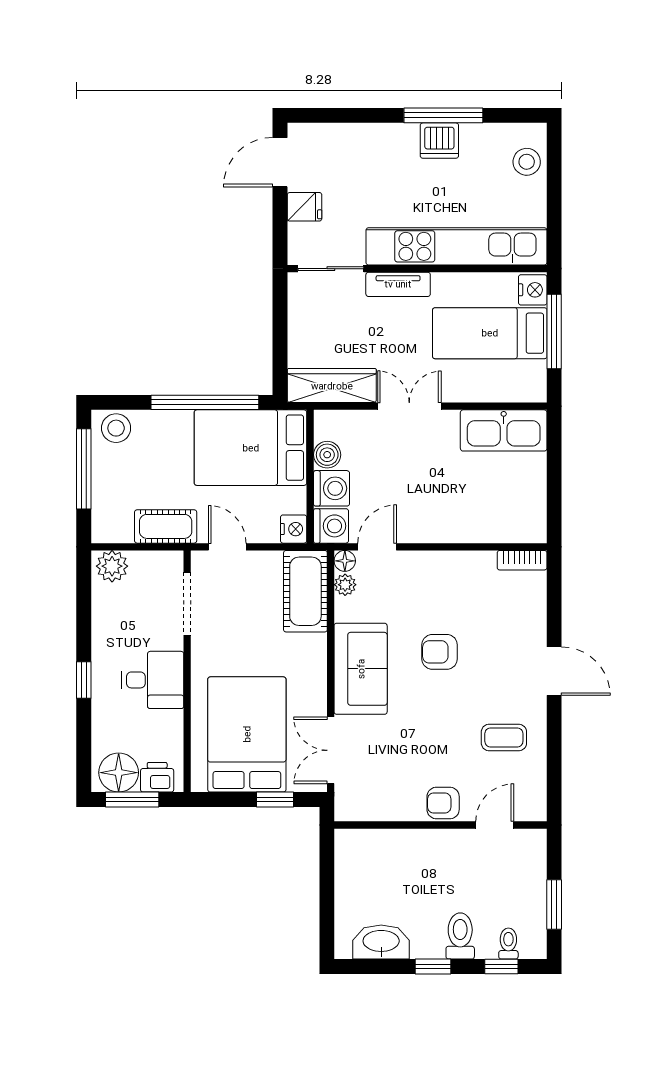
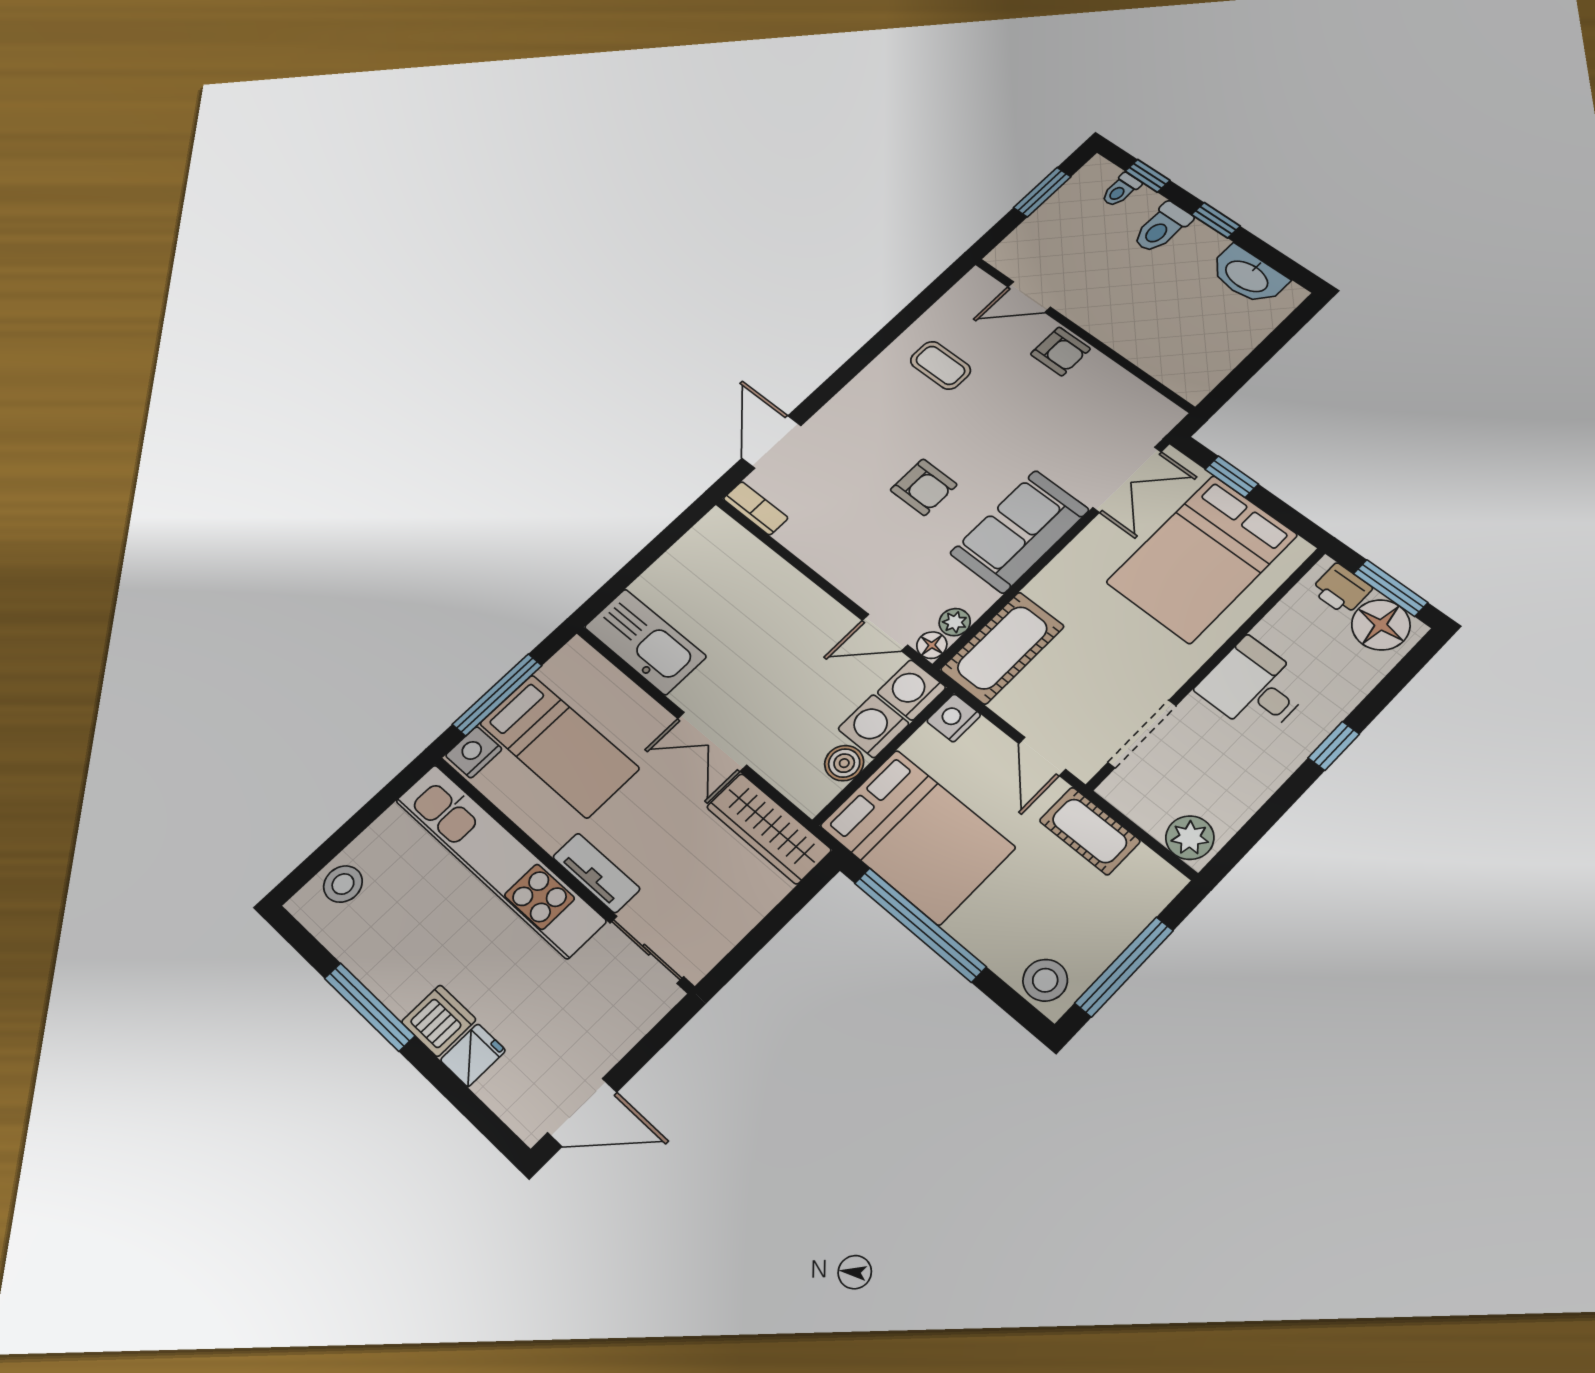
dishwasher: (439, 141) -> (439, 1021), moved
fridge: (305, 207) -> (473, 1055), moved, turned 90
door: (554, 671) -> (771, 442), moved

